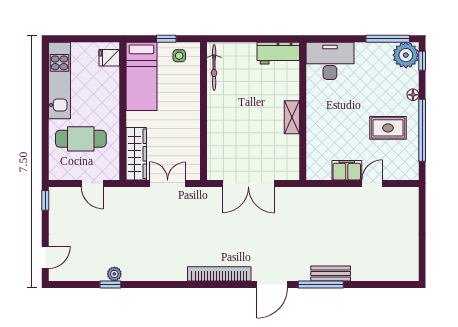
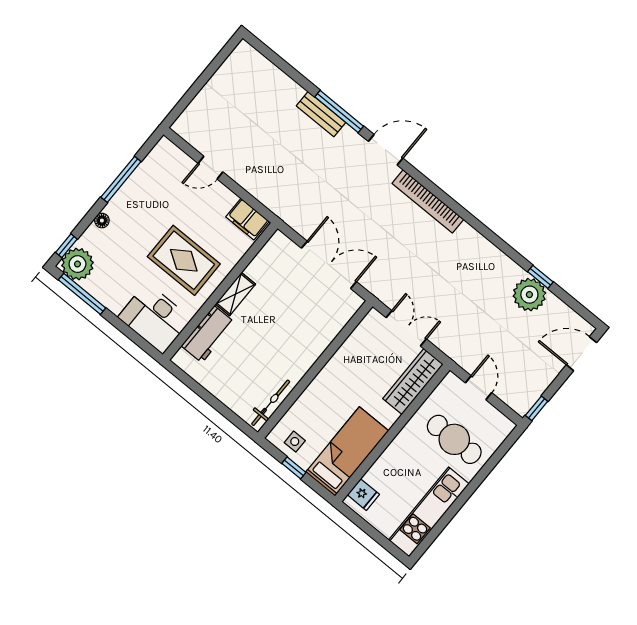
workbench: (278, 53) -> (208, 334), moved, turned 90
rug: (388, 128) -> (184, 260), moved, width x1.36, depth x1.43
window: (422, 130) -> (121, 179), width x0.68
filing cabinet: (347, 170) -> (247, 219), moved
double door: (168, 183) -> (406, 328), swing flipped
door: (45, 258) -> (582, 354), width x1.38
plant: (114, 274) -> (529, 295), width x1.87, depth x1.87

